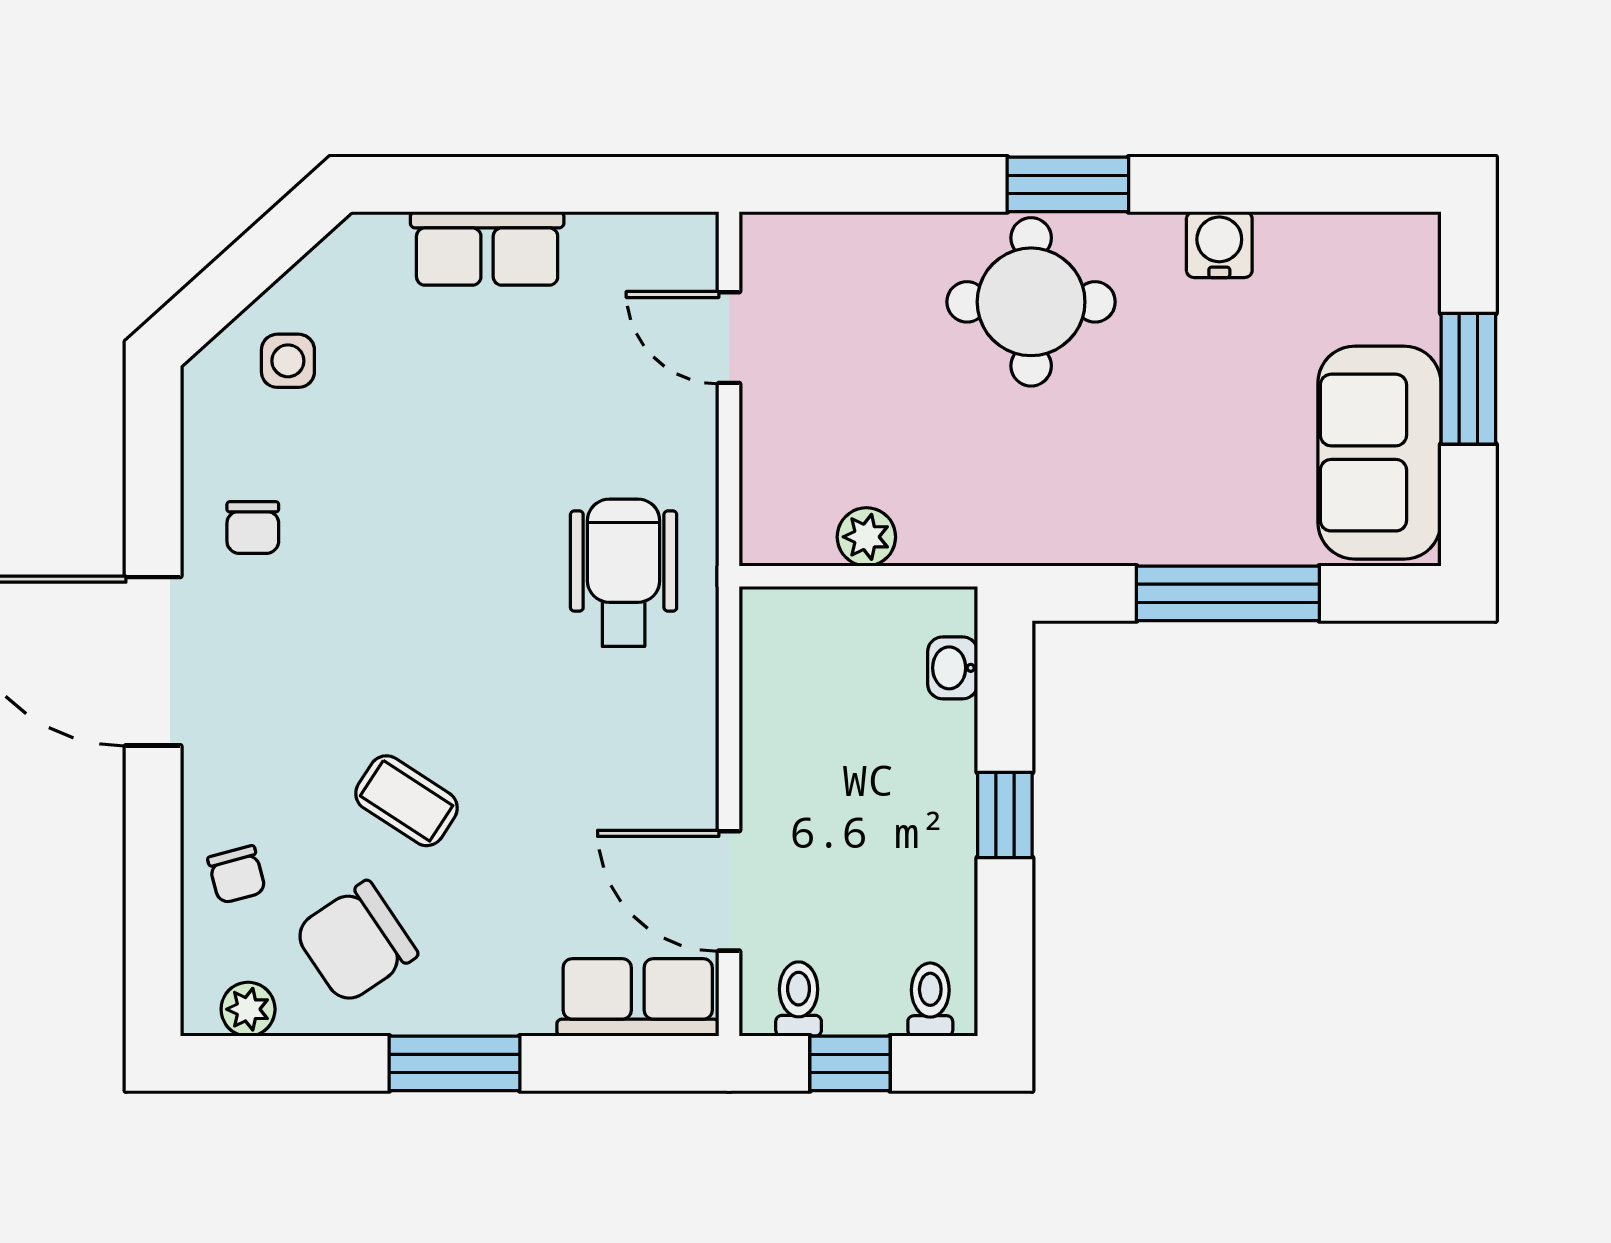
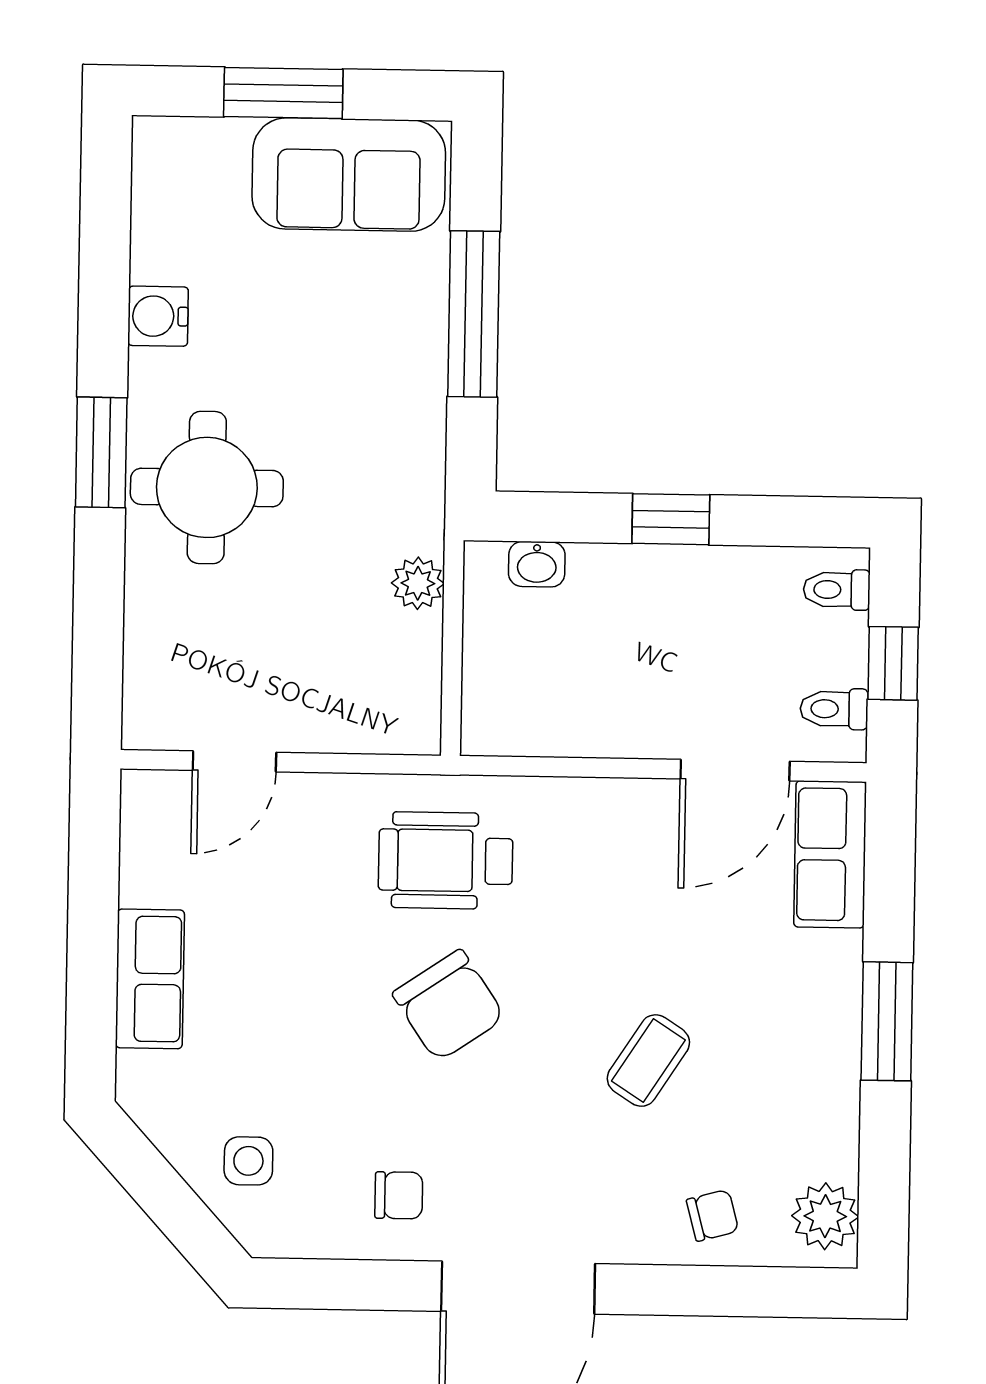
plant: (866, 537) -> (418, 583), moved
chair: (356, 942) -> (449, 1005), moved
plant: (248, 1009) -> (825, 1216), width x1.38, depth x1.38

